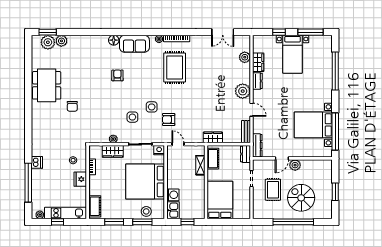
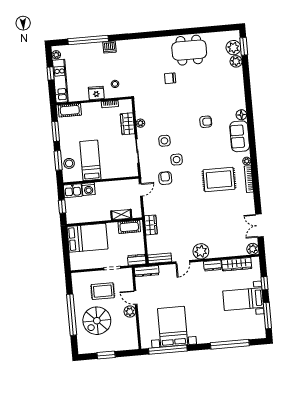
plant: (245, 57) -> (253, 249), moved
wardrobe: (258, 62) -> (237, 264), width x1.50
nightstand: (159, 150) -> (133, 171), removed
bed: (145, 181) -> (90, 160), width x0.49
spiral stairs: (301, 198) -> (97, 321), turned 180

